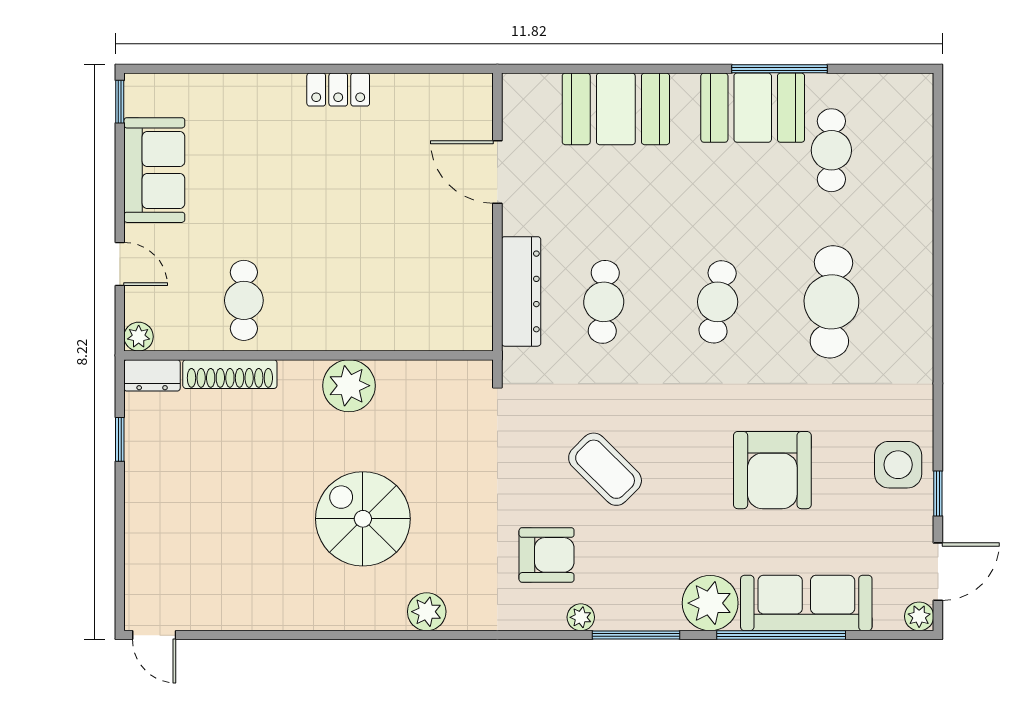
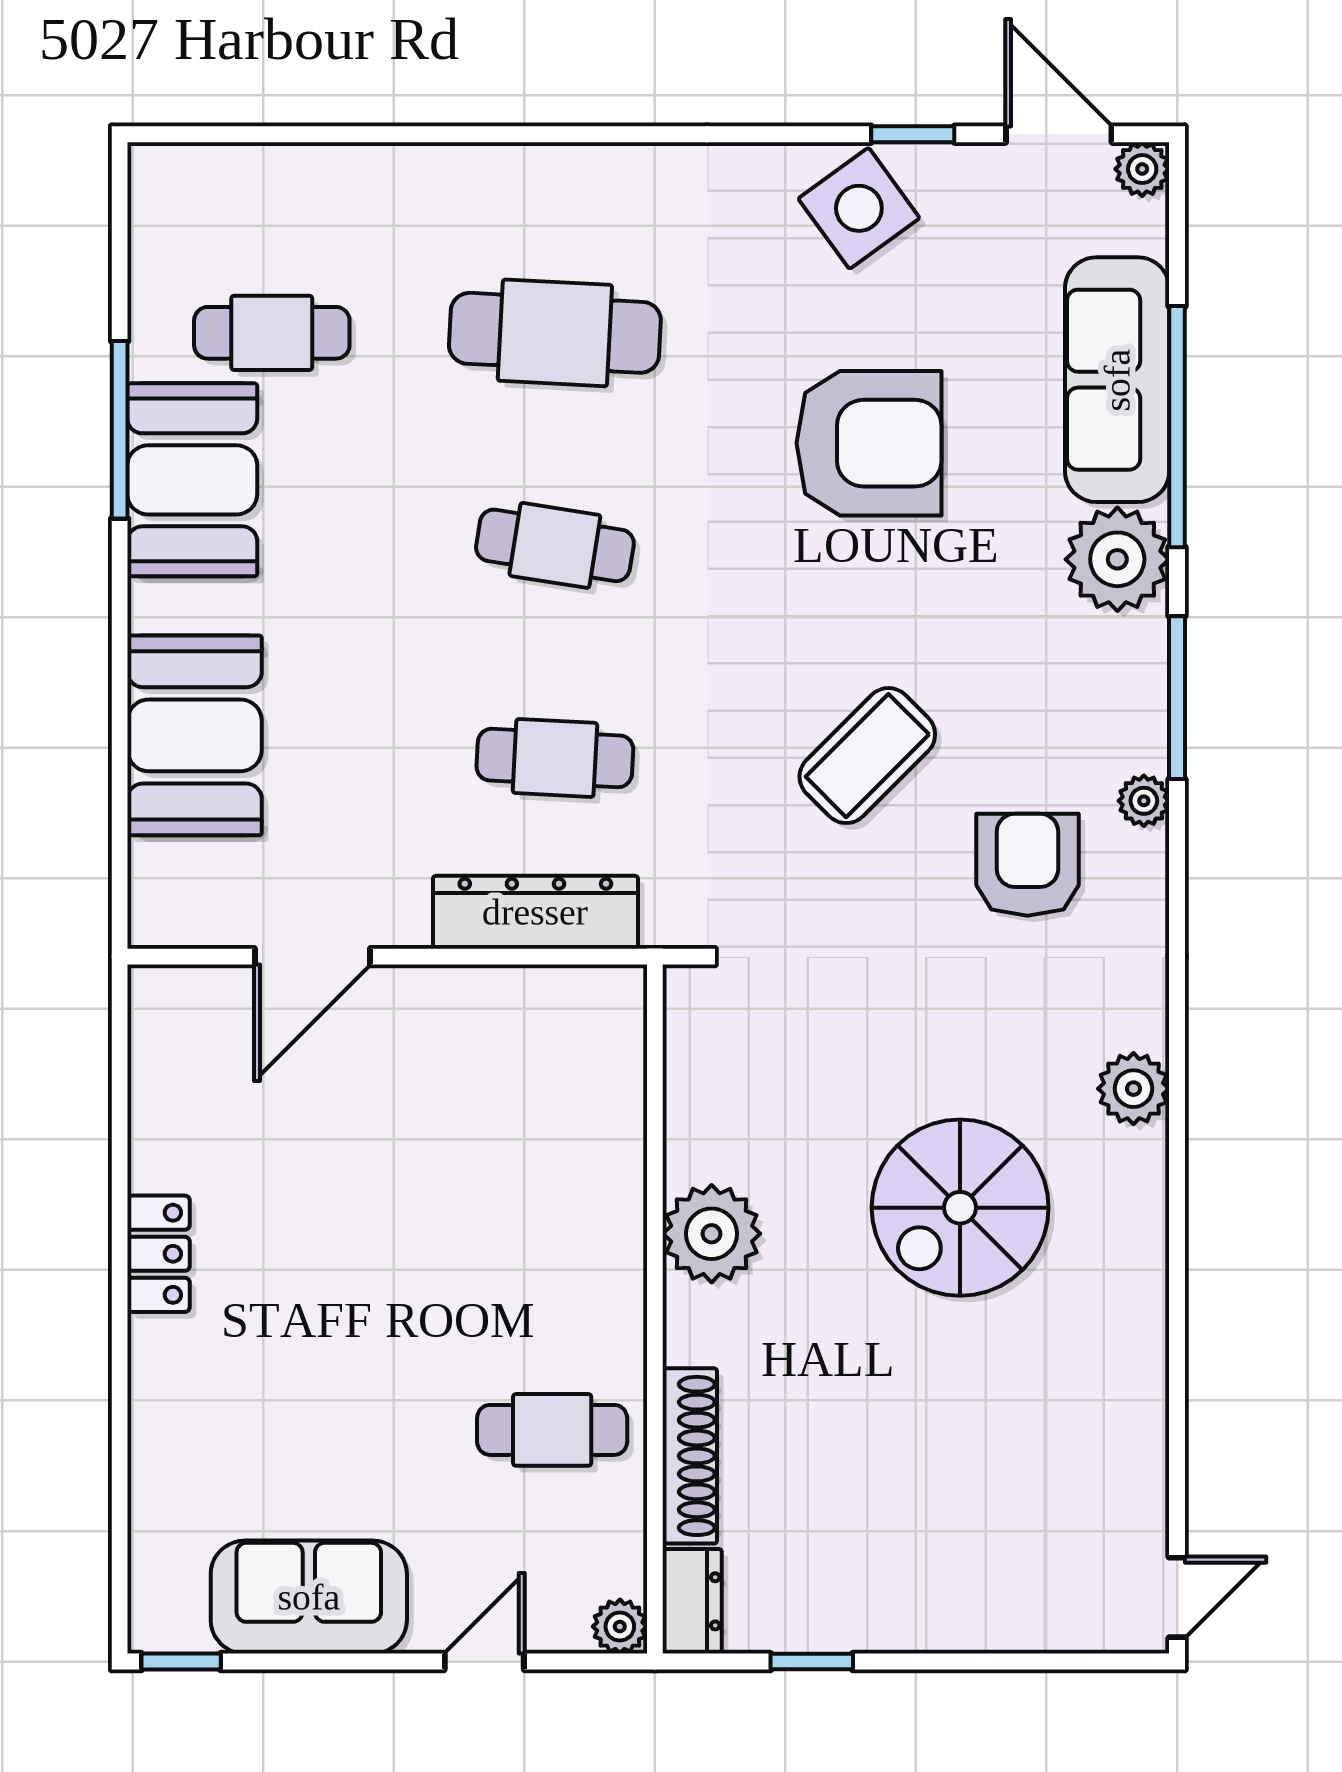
side table: (898, 465) -> (859, 208), turned -36

